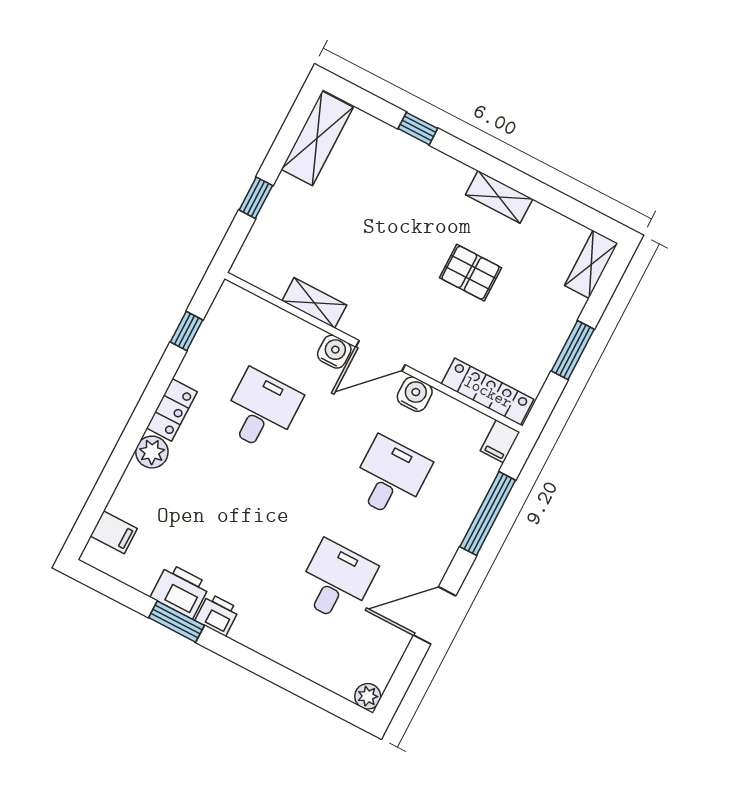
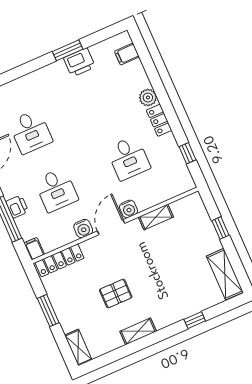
printer: (217, 615) -> (17, 207), moved, turned -90

